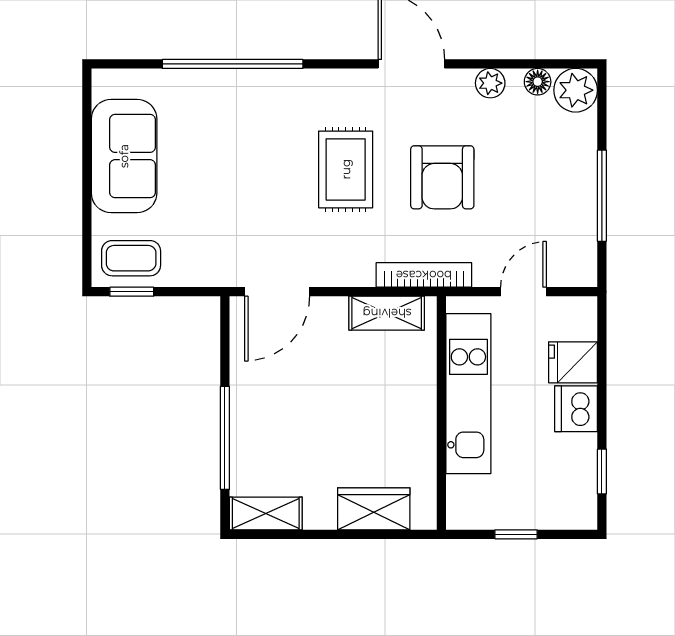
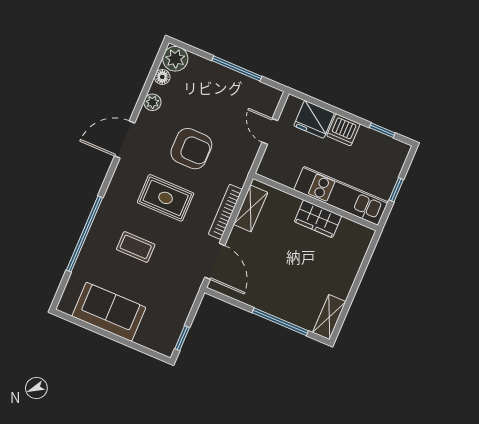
coffee table: (131, 258) -> (136, 247), moved, turned 90
bookcase: (424, 275) -> (225, 212), moved
fridge: (573, 362) -> (314, 119), width x1.38
kitchen unit: (468, 394) -> (341, 196), moved
wardrobe: (374, 509) -> (318, 219), moved, turned -90

